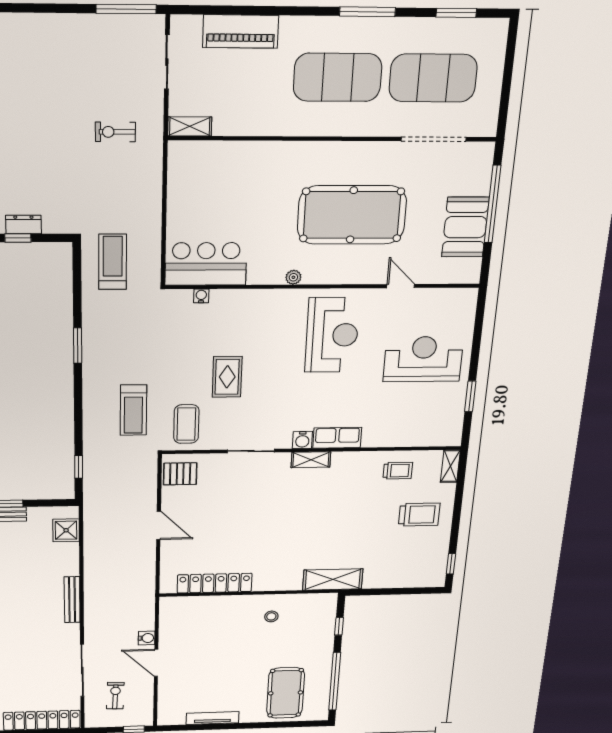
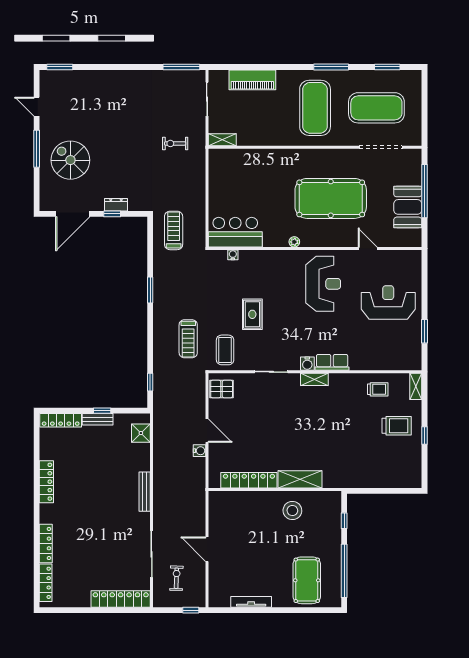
exercise mat: (338, 77) -> (315, 108), turned 90
window: (451, 564) -> (424, 436), moved
shelving: (333, 579) -> (300, 479), moved
stool: (271, 616) -> (292, 510), width x1.89, depth x1.89
water cooler: (147, 638) -> (200, 451), moved

